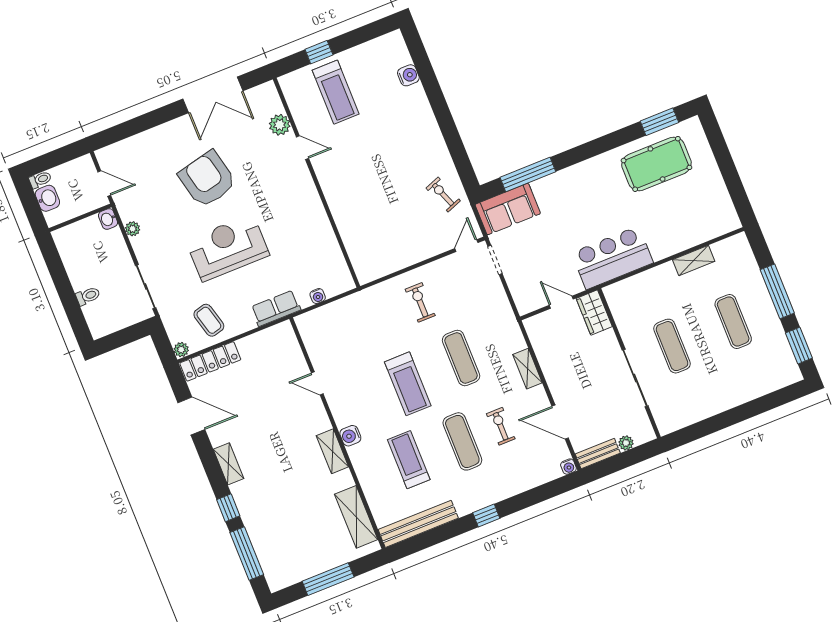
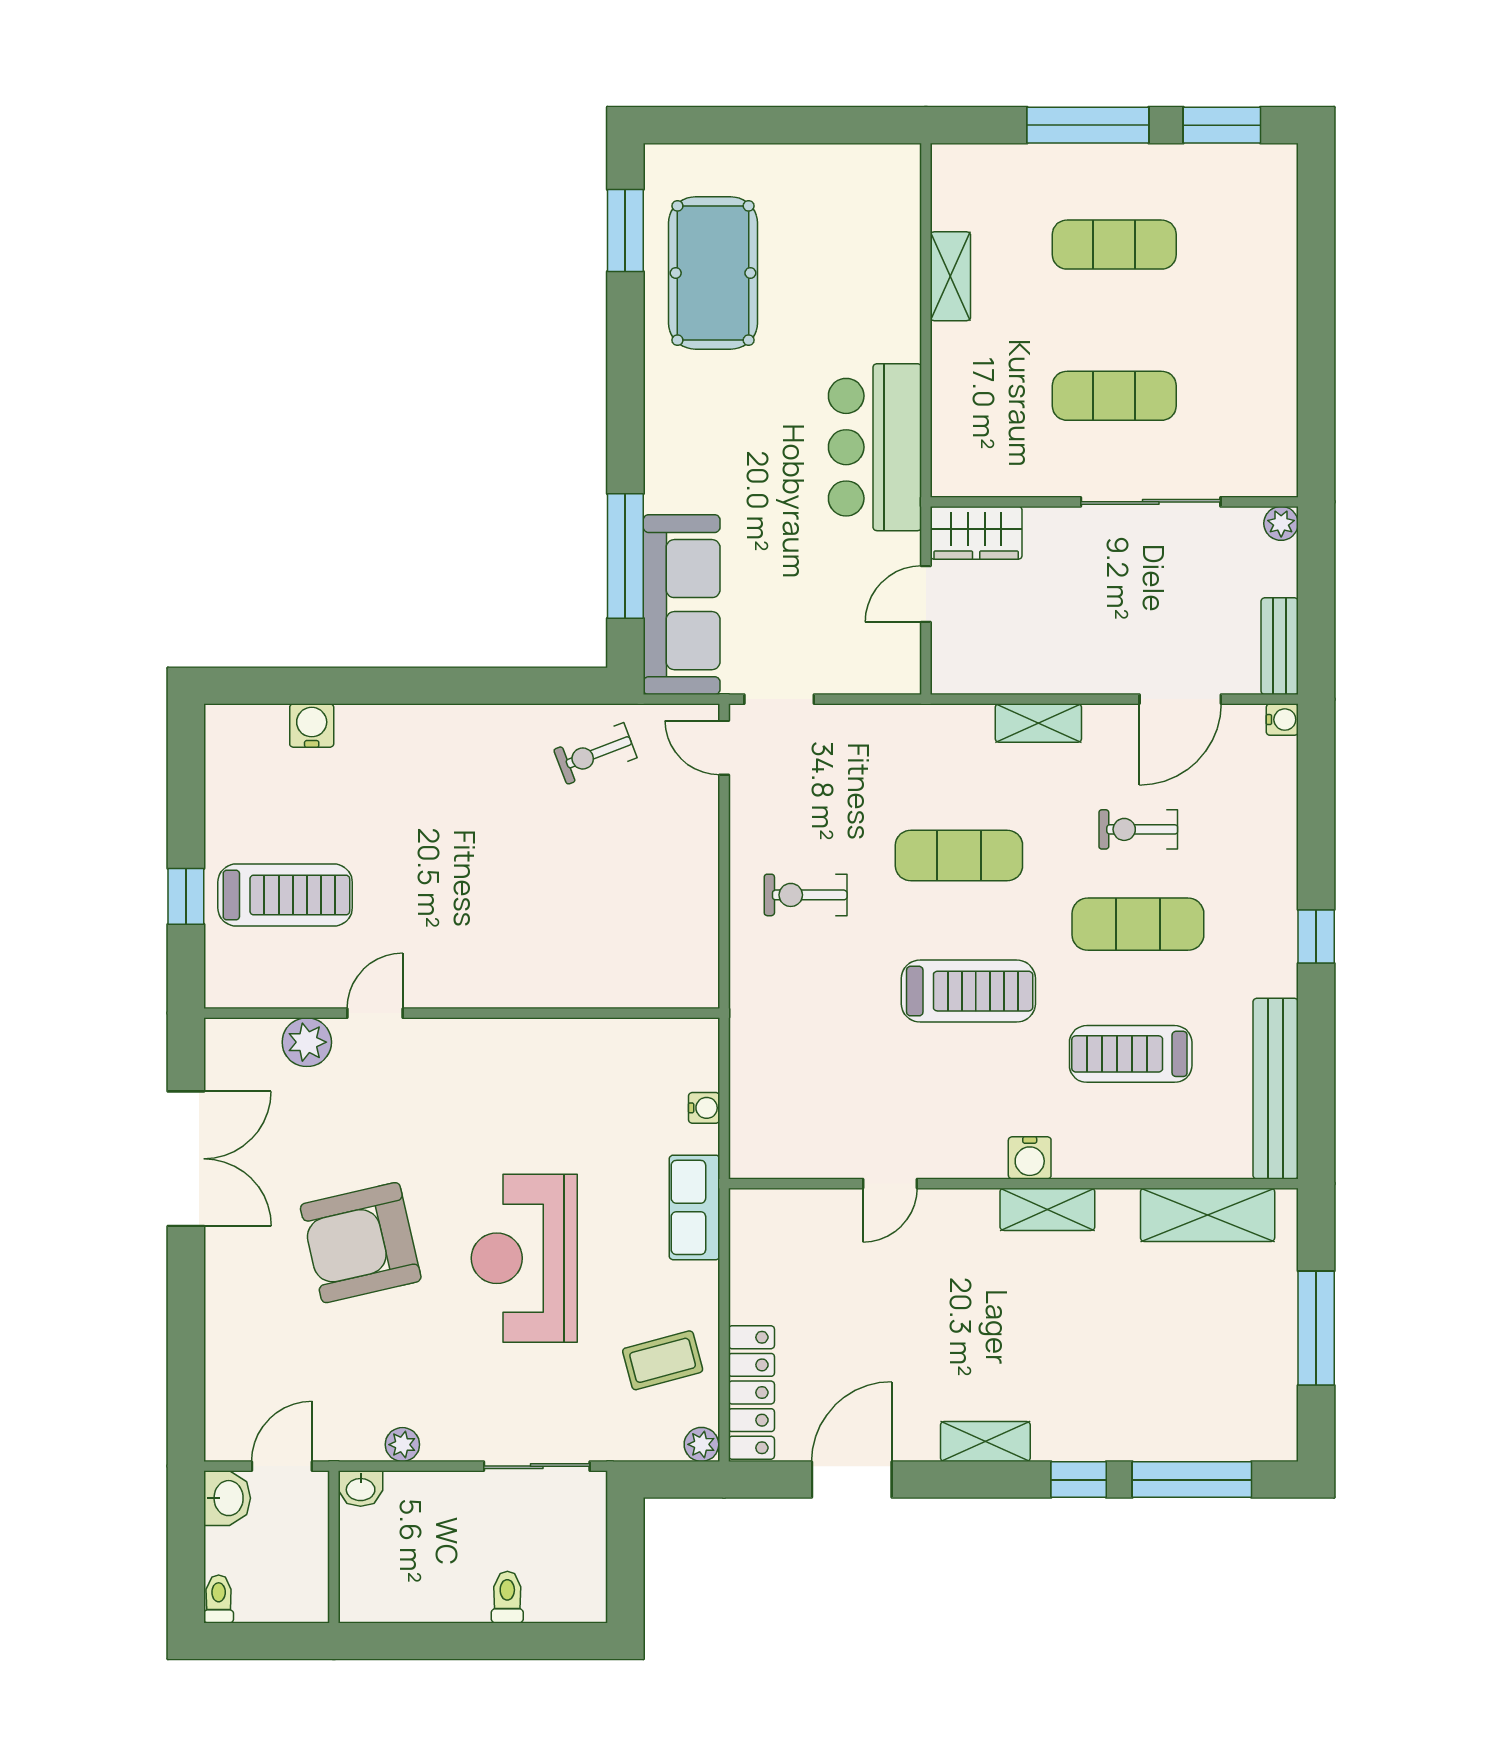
washbasin: (47, 198) -> (227, 1498), moved, turned 90
sofa: (508, 209) -> (682, 605), width x1.36
plant: (626, 443) -> (1281, 523), moved

